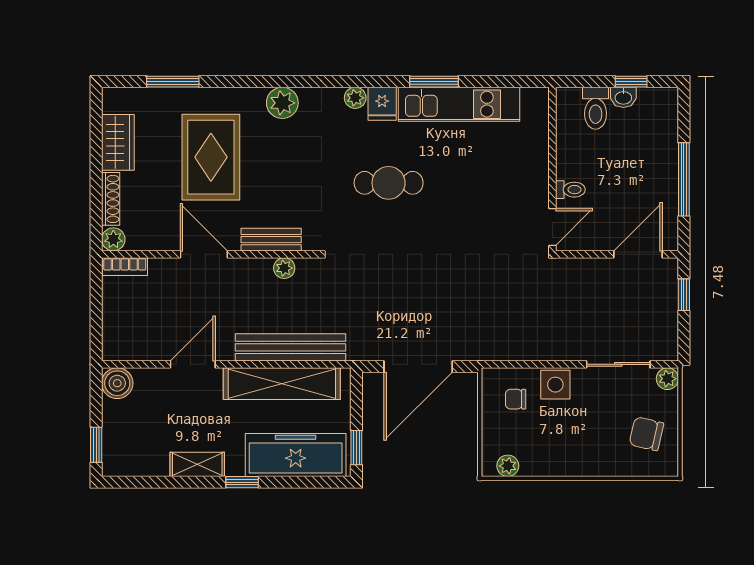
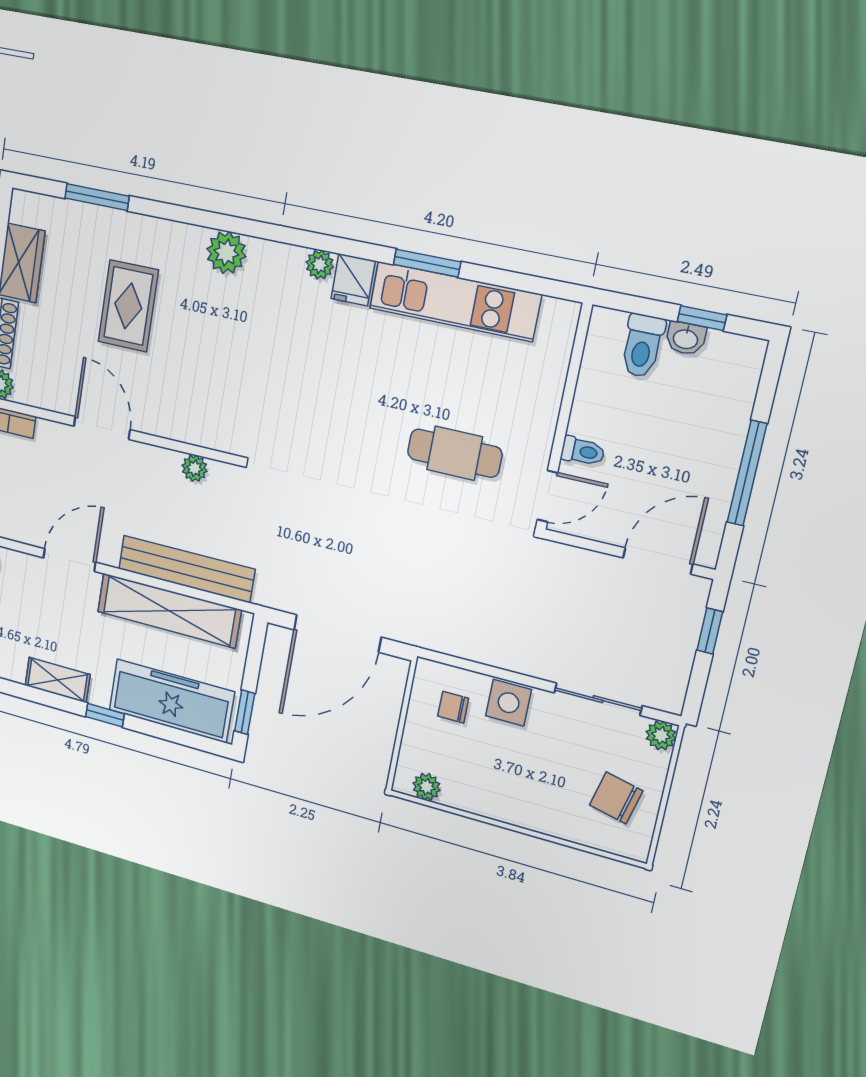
rug: (211, 157) -> (128, 306), width x0.73, depth x0.70
cafe table: (389, 183) -> (455, 453), moved
bench: (271, 240) -> (185, 428), removed

